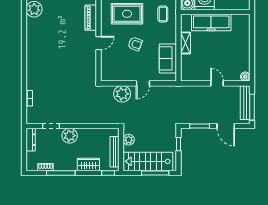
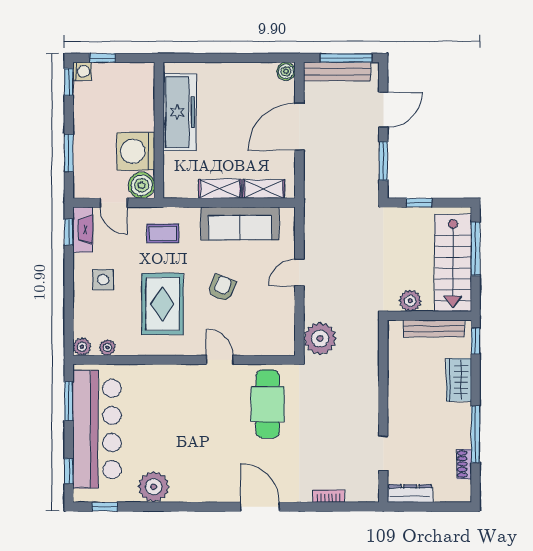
piano: (91, 18) -> (170, 375), removed
freezer: (211, 23) -> (180, 112), moved
sofa: (168, 58) -> (240, 223), width x1.36
door: (24, 63) -> (260, 507), added
shelving: (185, 65) -> (264, 189), added
cafe table: (76, 67) -> (268, 404), added
door: (143, 83) -> (299, 273), swing flipped
door: (217, 83) -> (299, 127), width x1.88
plant: (122, 94) -> (320, 339), moved
plant: (70, 136) -> (402, 417), removed

